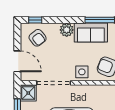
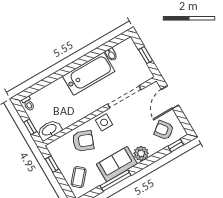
door: (17, 61) -> (170, 97), hinge flipped
shower: (28, 93) -> (143, 74), removed

